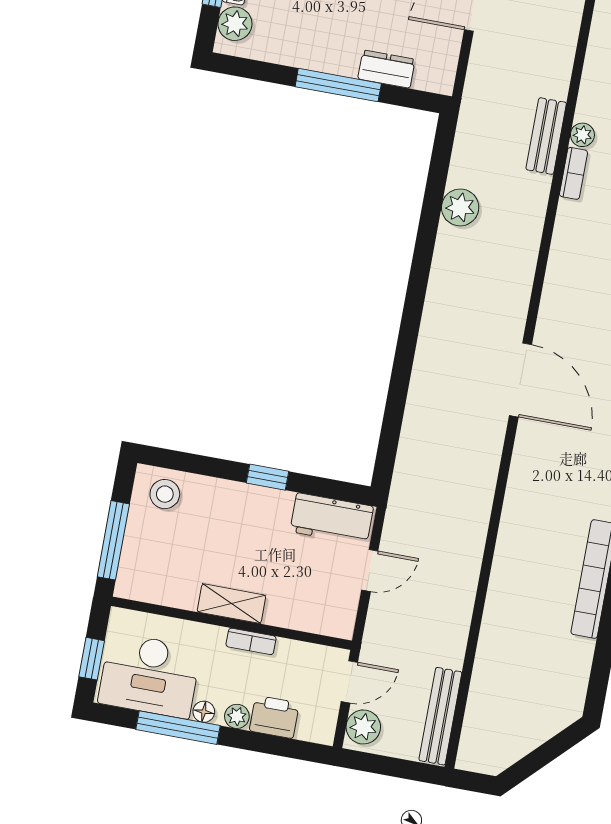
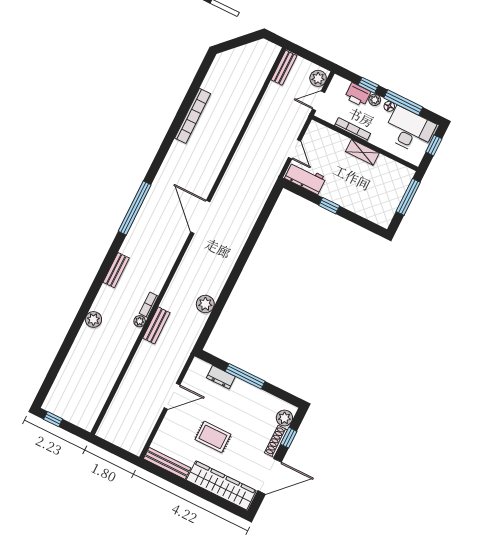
stool: (165, 494) -> (379, 211), removed
door: (370, 571) -> (295, 149), swing flipped
bookcase: (251, 641) -> (353, 130), width x1.56
bench: (440, 716) -> (284, 68), width x0.73
window: (258, 742) -> (368, 85), added

